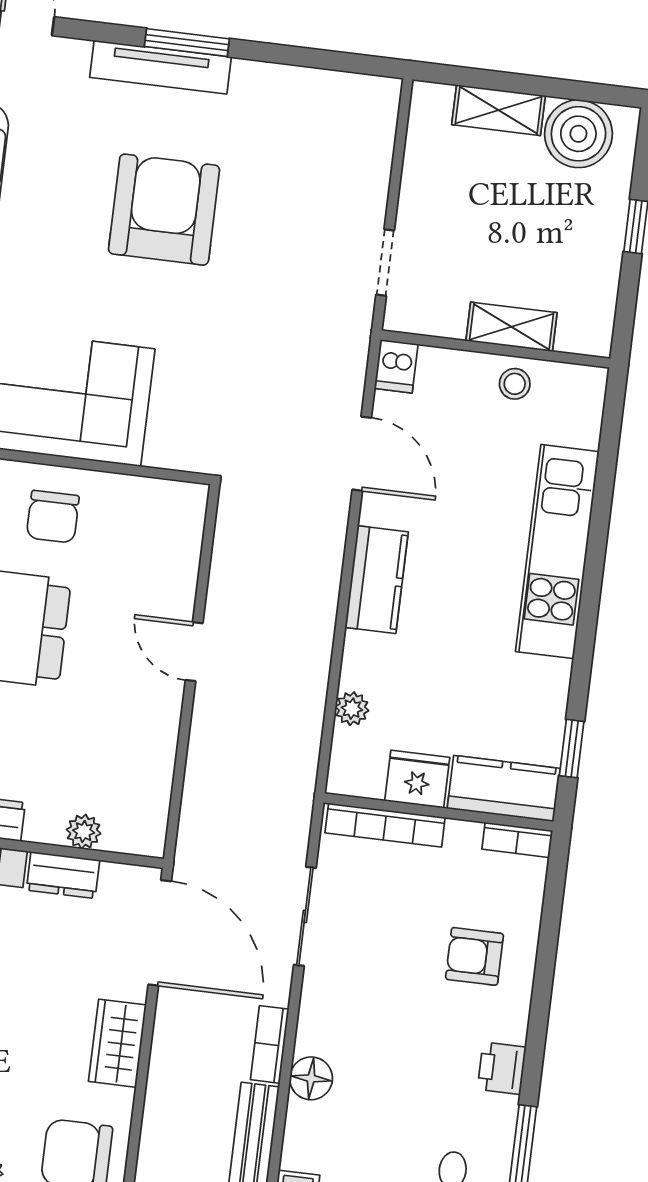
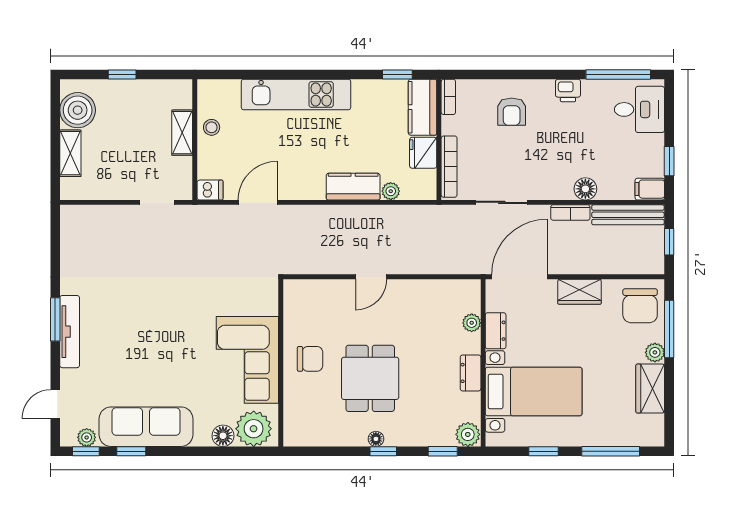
armchair: (164, 210) -> (143, 321), removed
kitchen counter: (377, 580) -> (353, 187), moved

